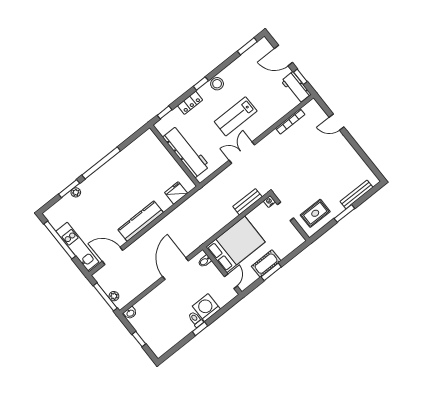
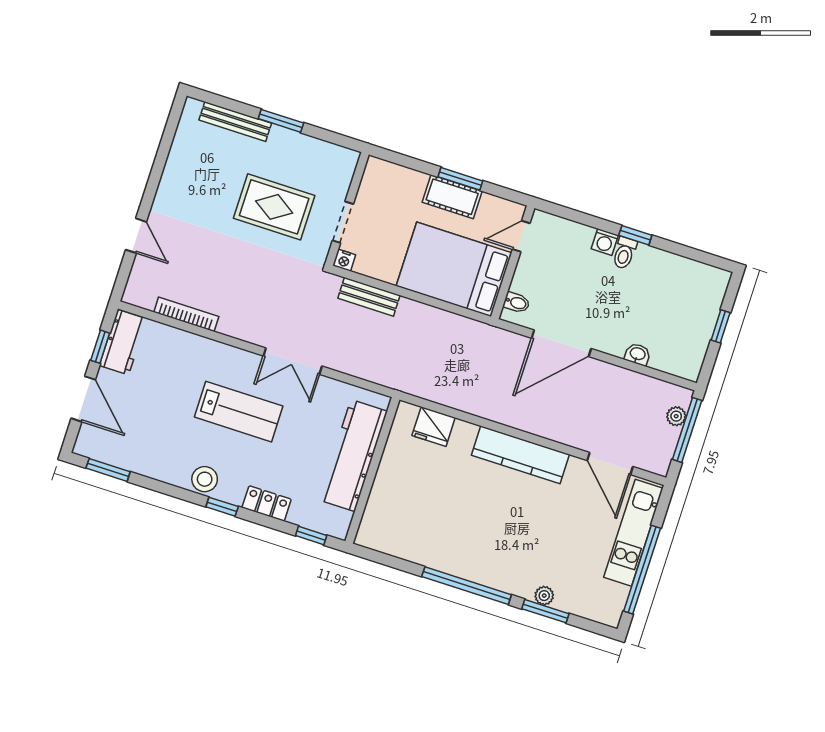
rug: (315, 213) -> (274, 207), moved, width x1.36, depth x1.43
washing machine: (206, 308) -> (605, 242), width x0.53, depth x0.53
washbasin: (130, 313) -> (638, 354), moved

